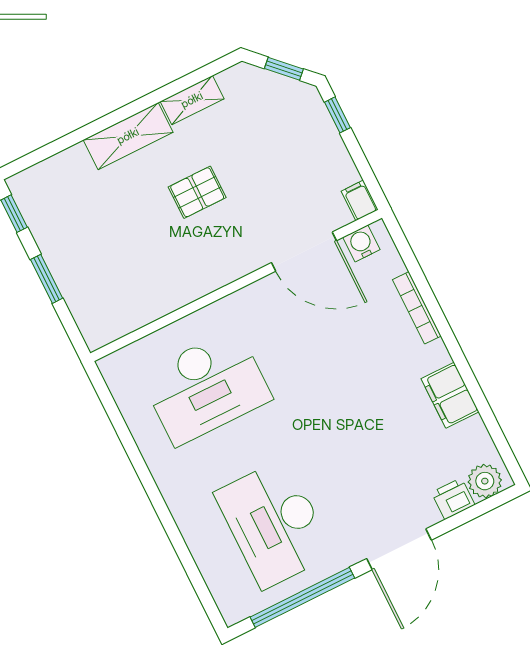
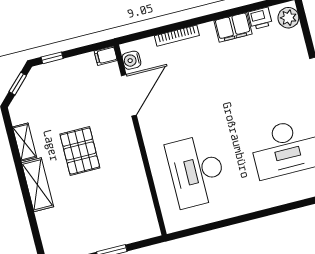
pallet: (197, 192) -> (80, 151), width x1.50, depth x1.42
desk: (206, 387) -> (196, 171), turned 180
printer: (453, 499) -> (260, 18), moved, turned -90

